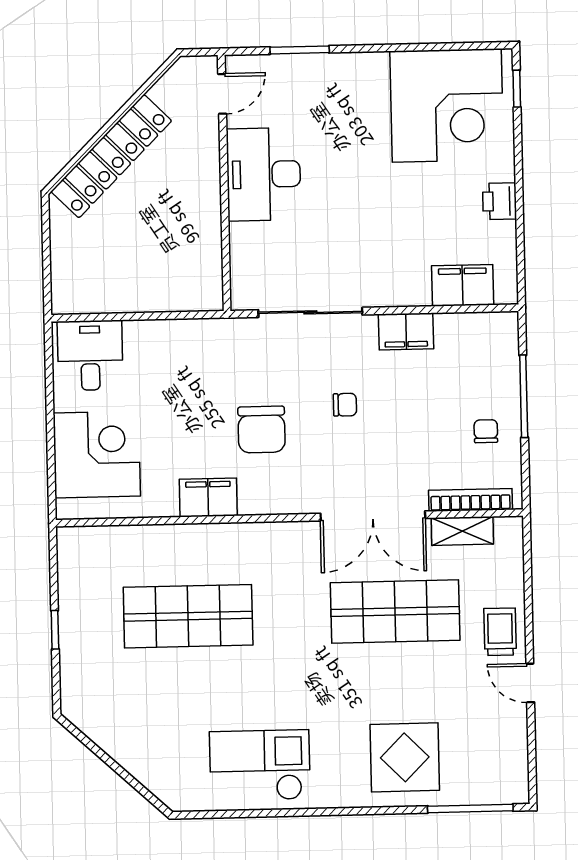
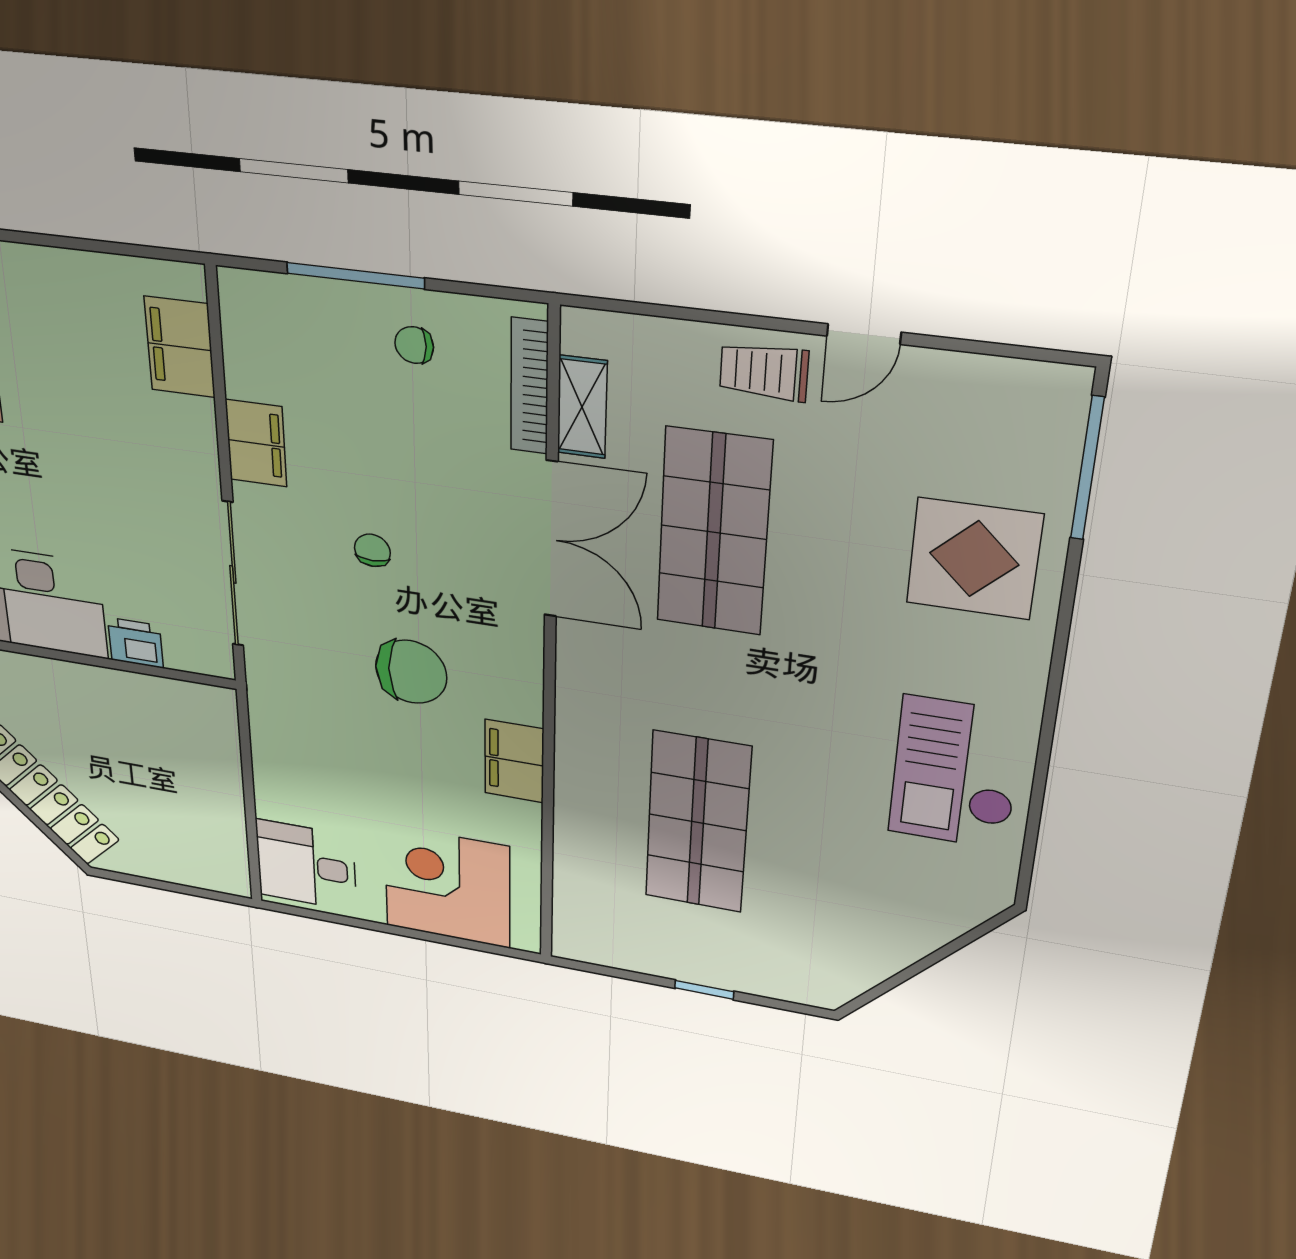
printer: (500, 201) -> (136, 643), moved, turned 180

